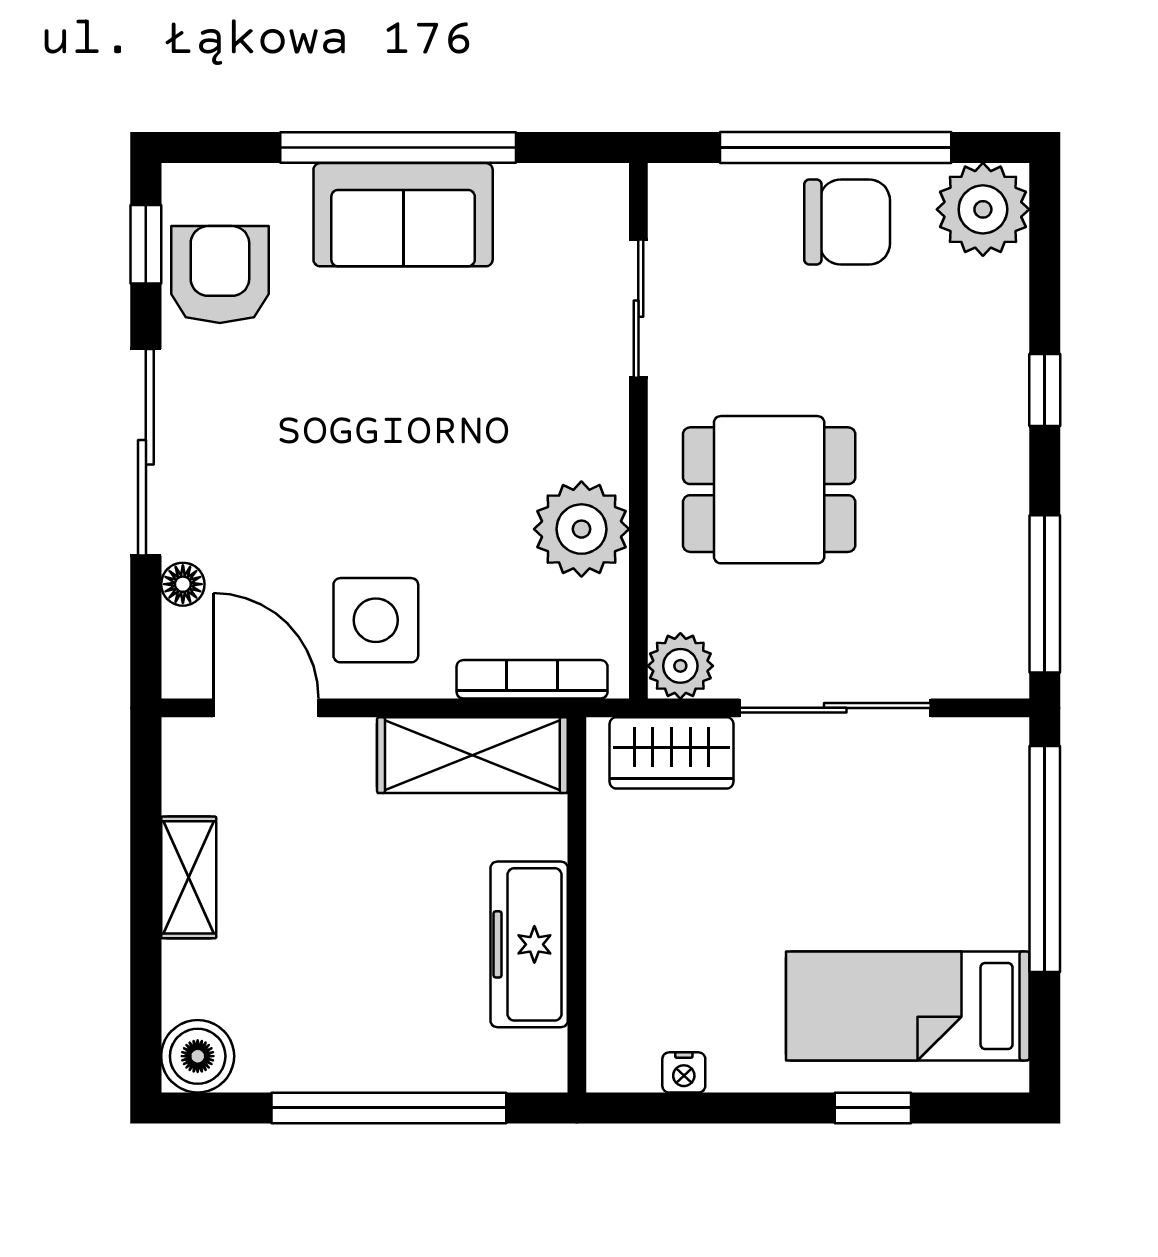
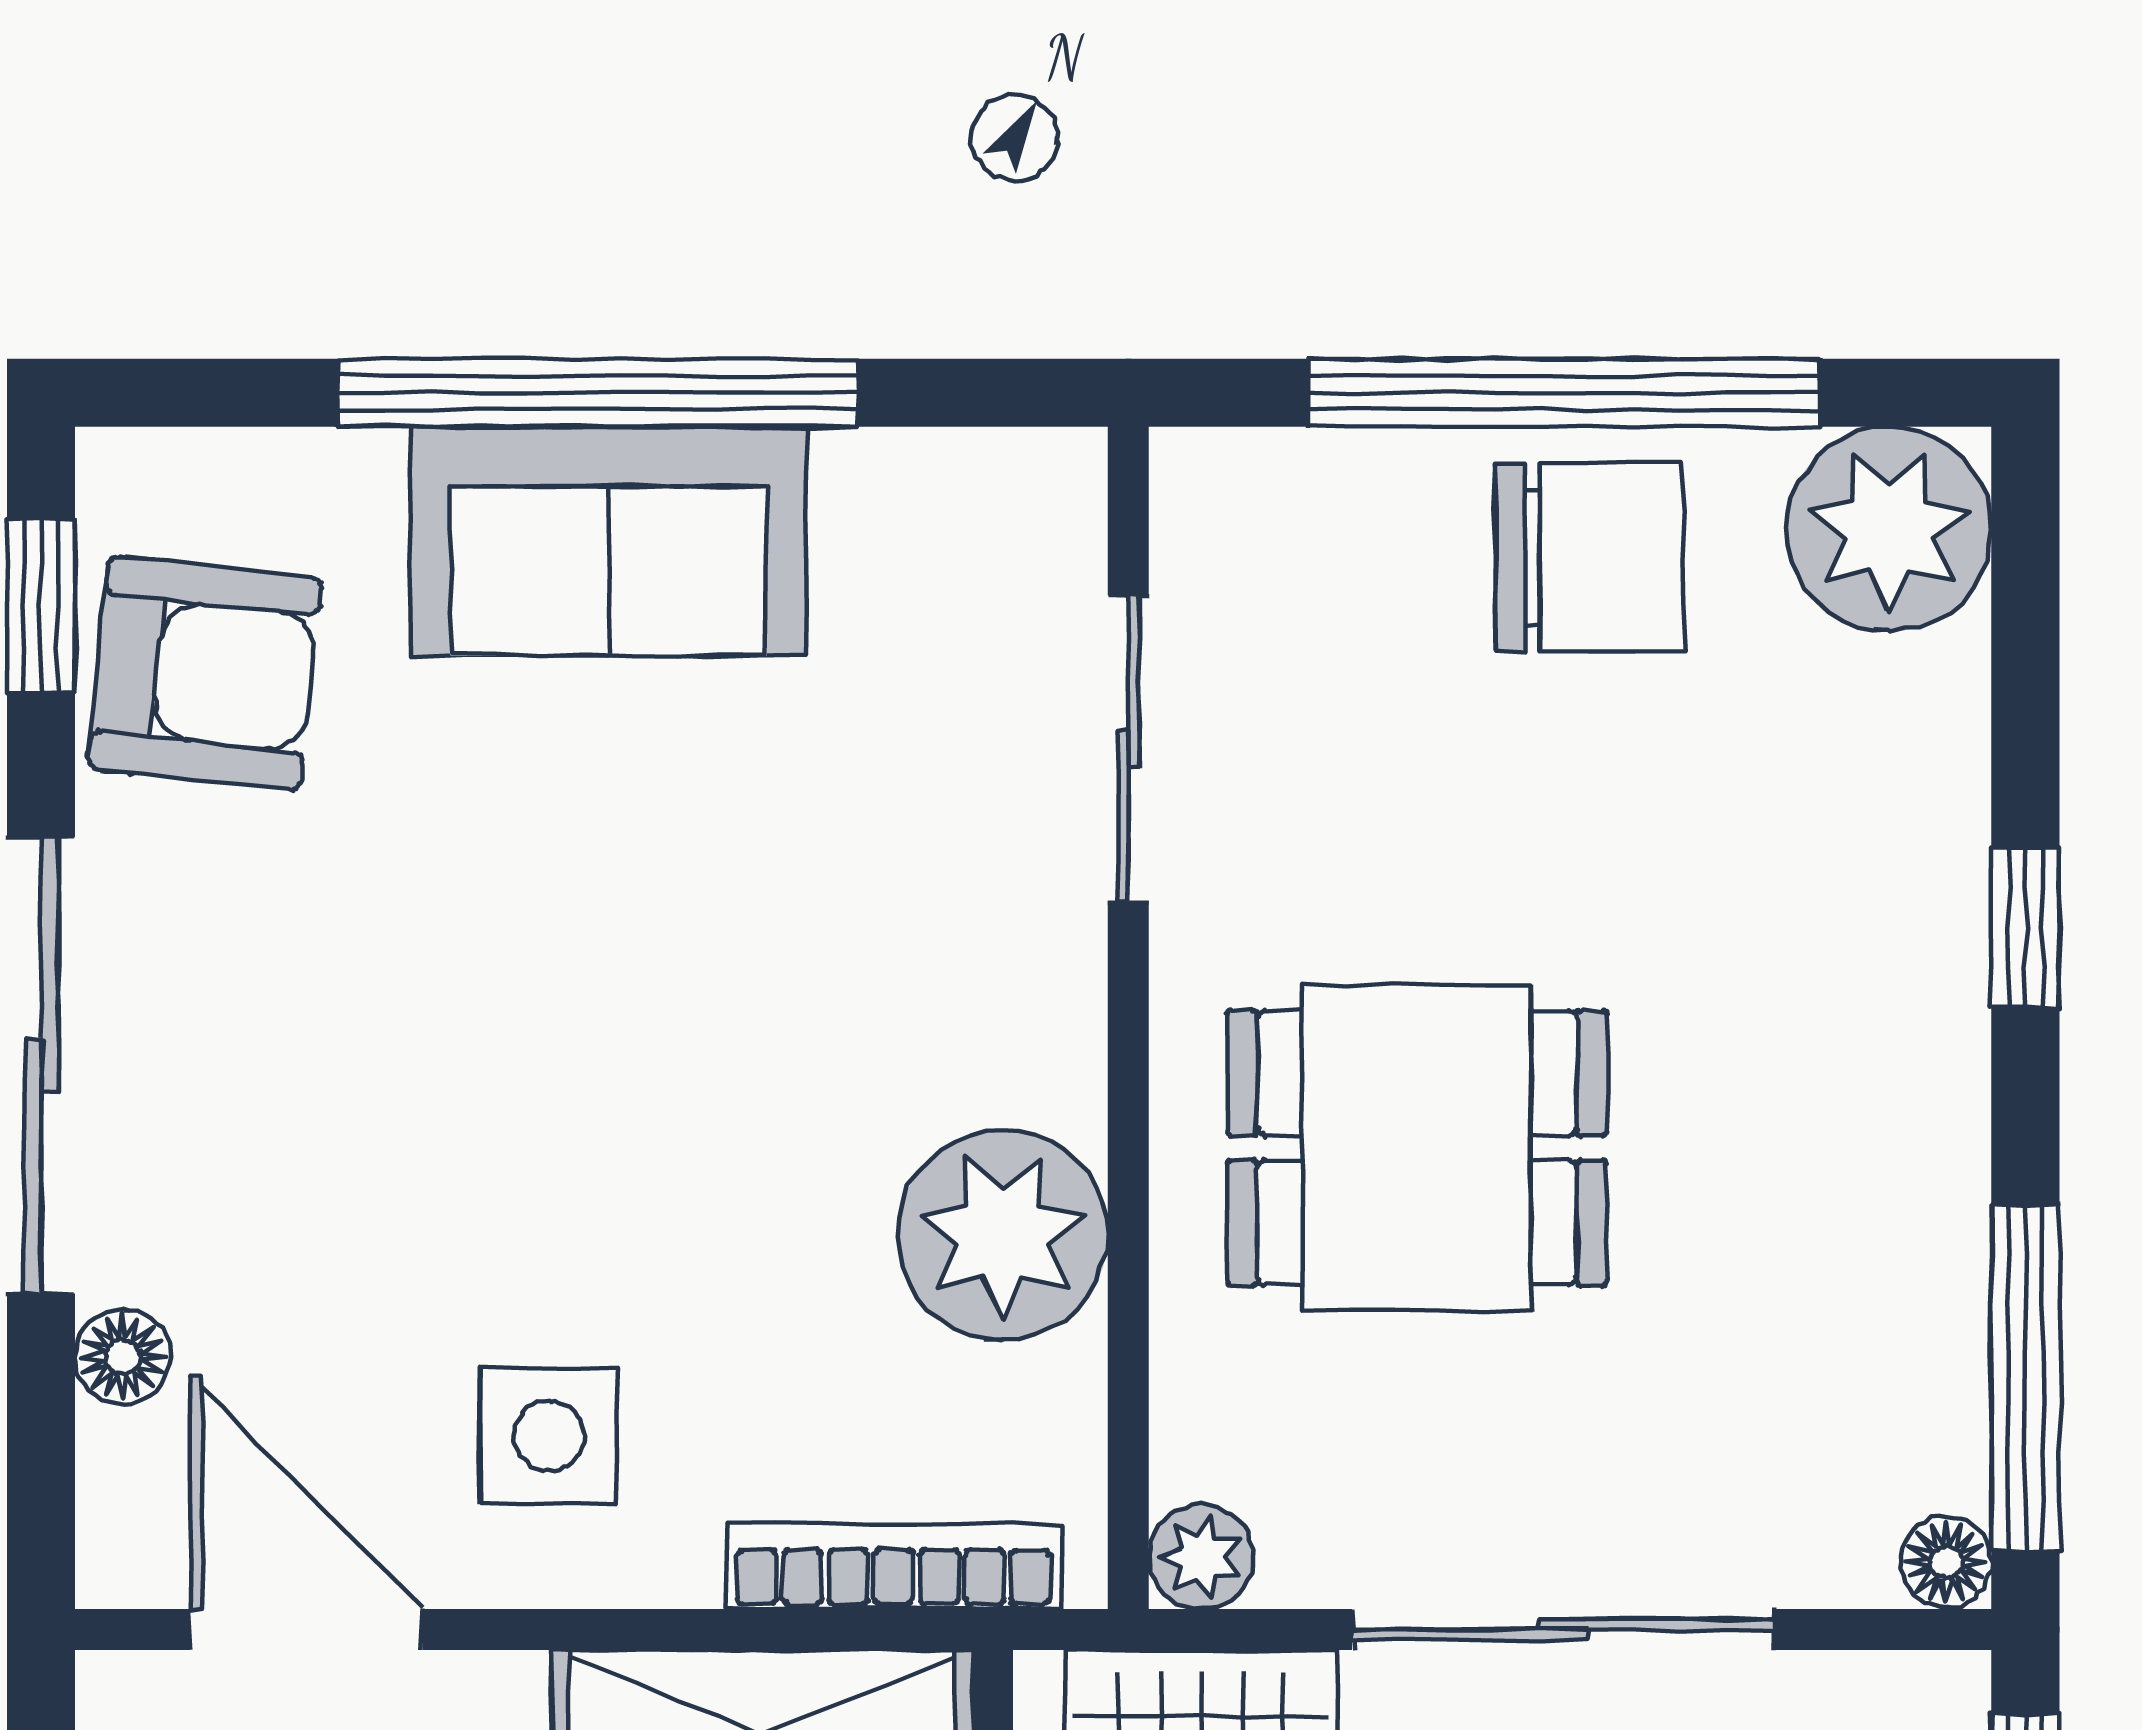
armchair: (220, 275) -> (205, 673), turned 96
side table: (376, 620) -> (549, 1436), width x0.73, depth x0.73
plant: (680, 666) -> (1201, 1557), width x0.73, depth x0.73
floor lamp: (1009, 677) -> (1946, 1562), added

